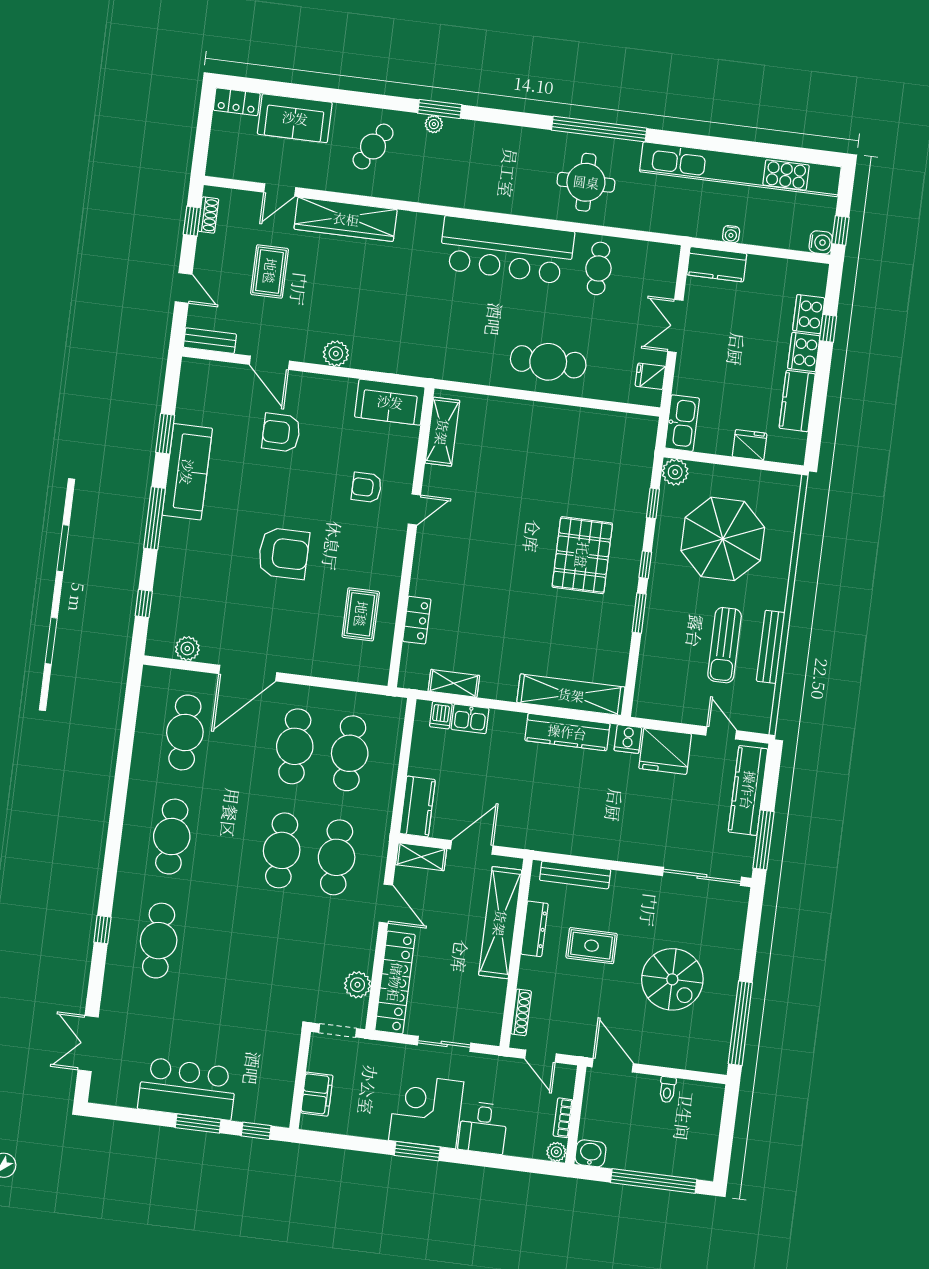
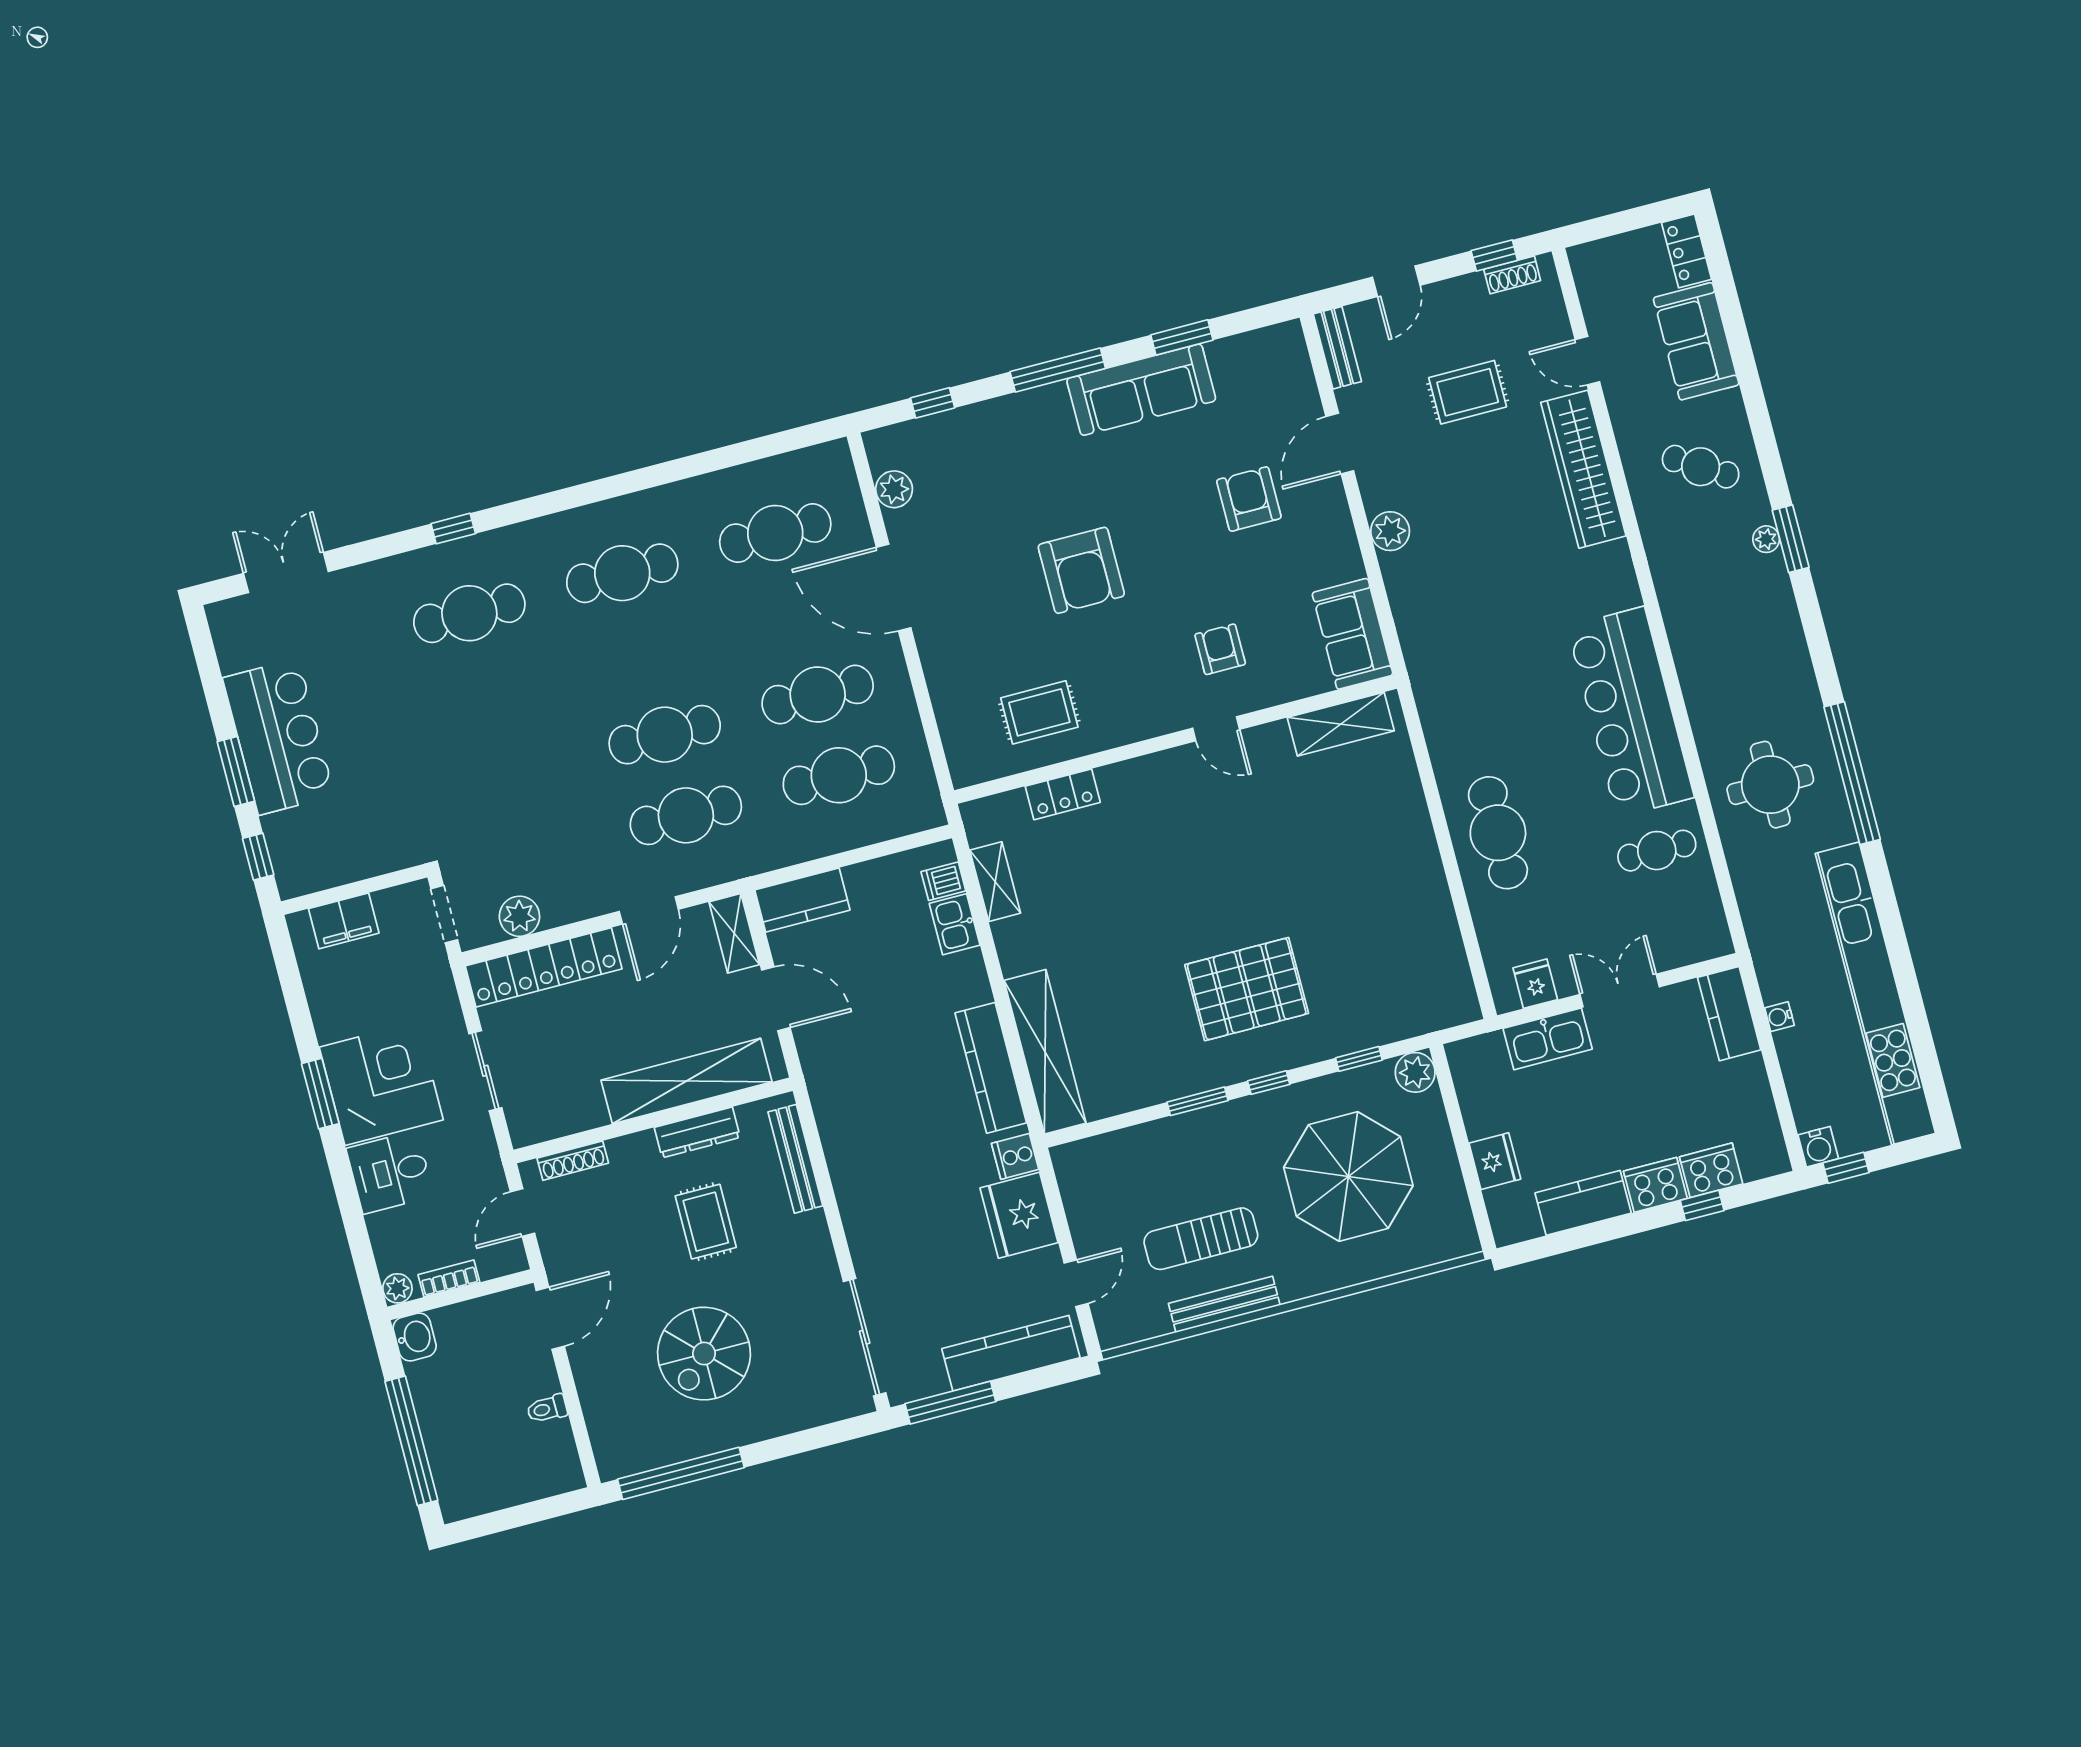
kitchen sink: (682, 423) -> (1548, 1039), moved

